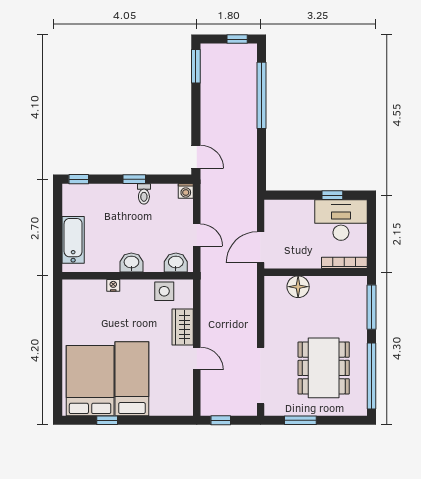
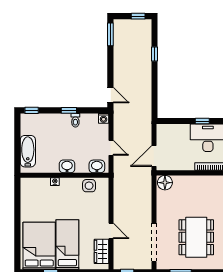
window: (262, 95) -> (154, 54), width x0.32
floor lamp: (298, 287) -> (165, 183), moved
wardrobe: (183, 327) -> (102, 251), moved

